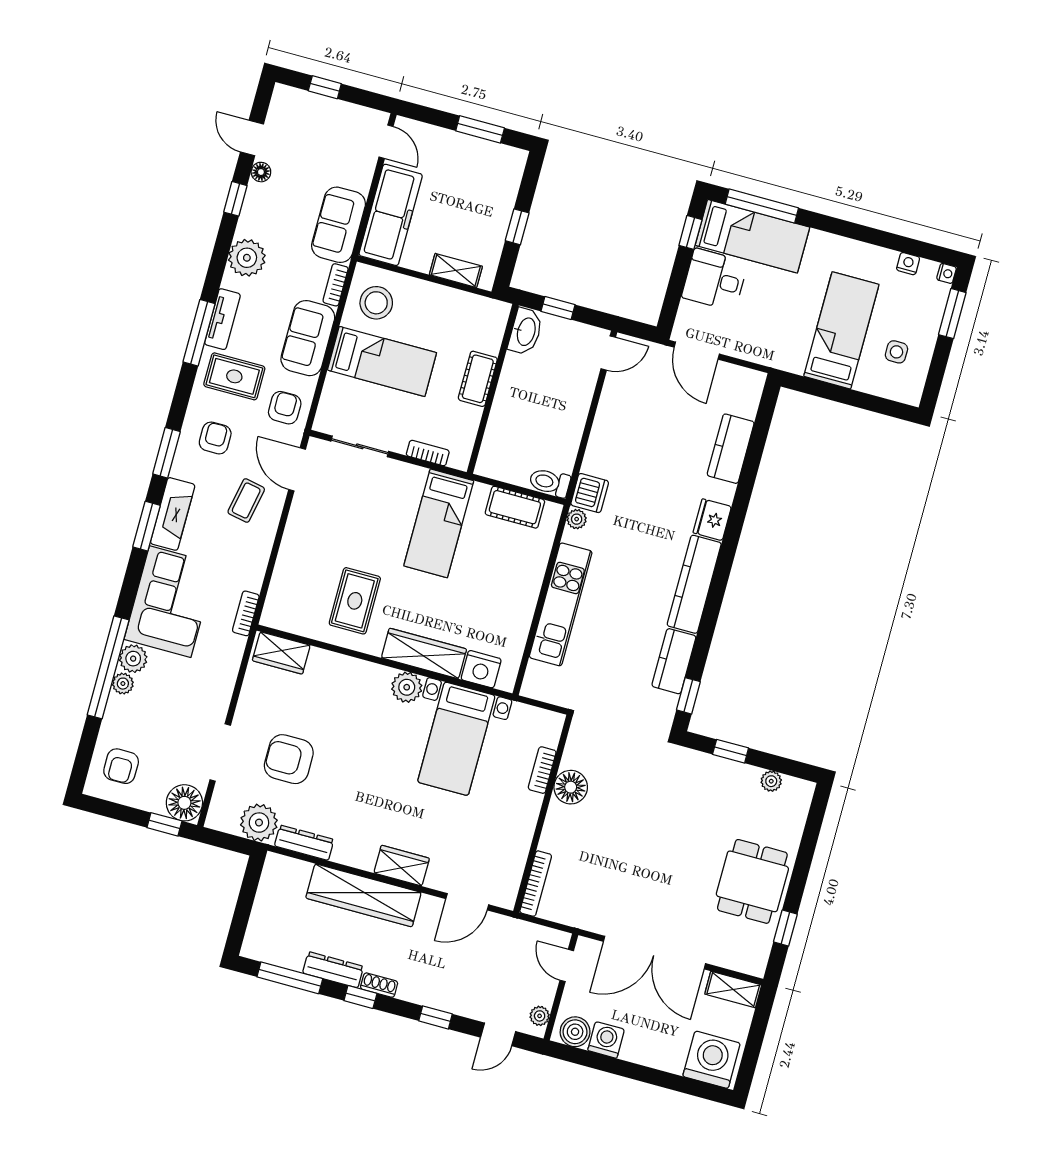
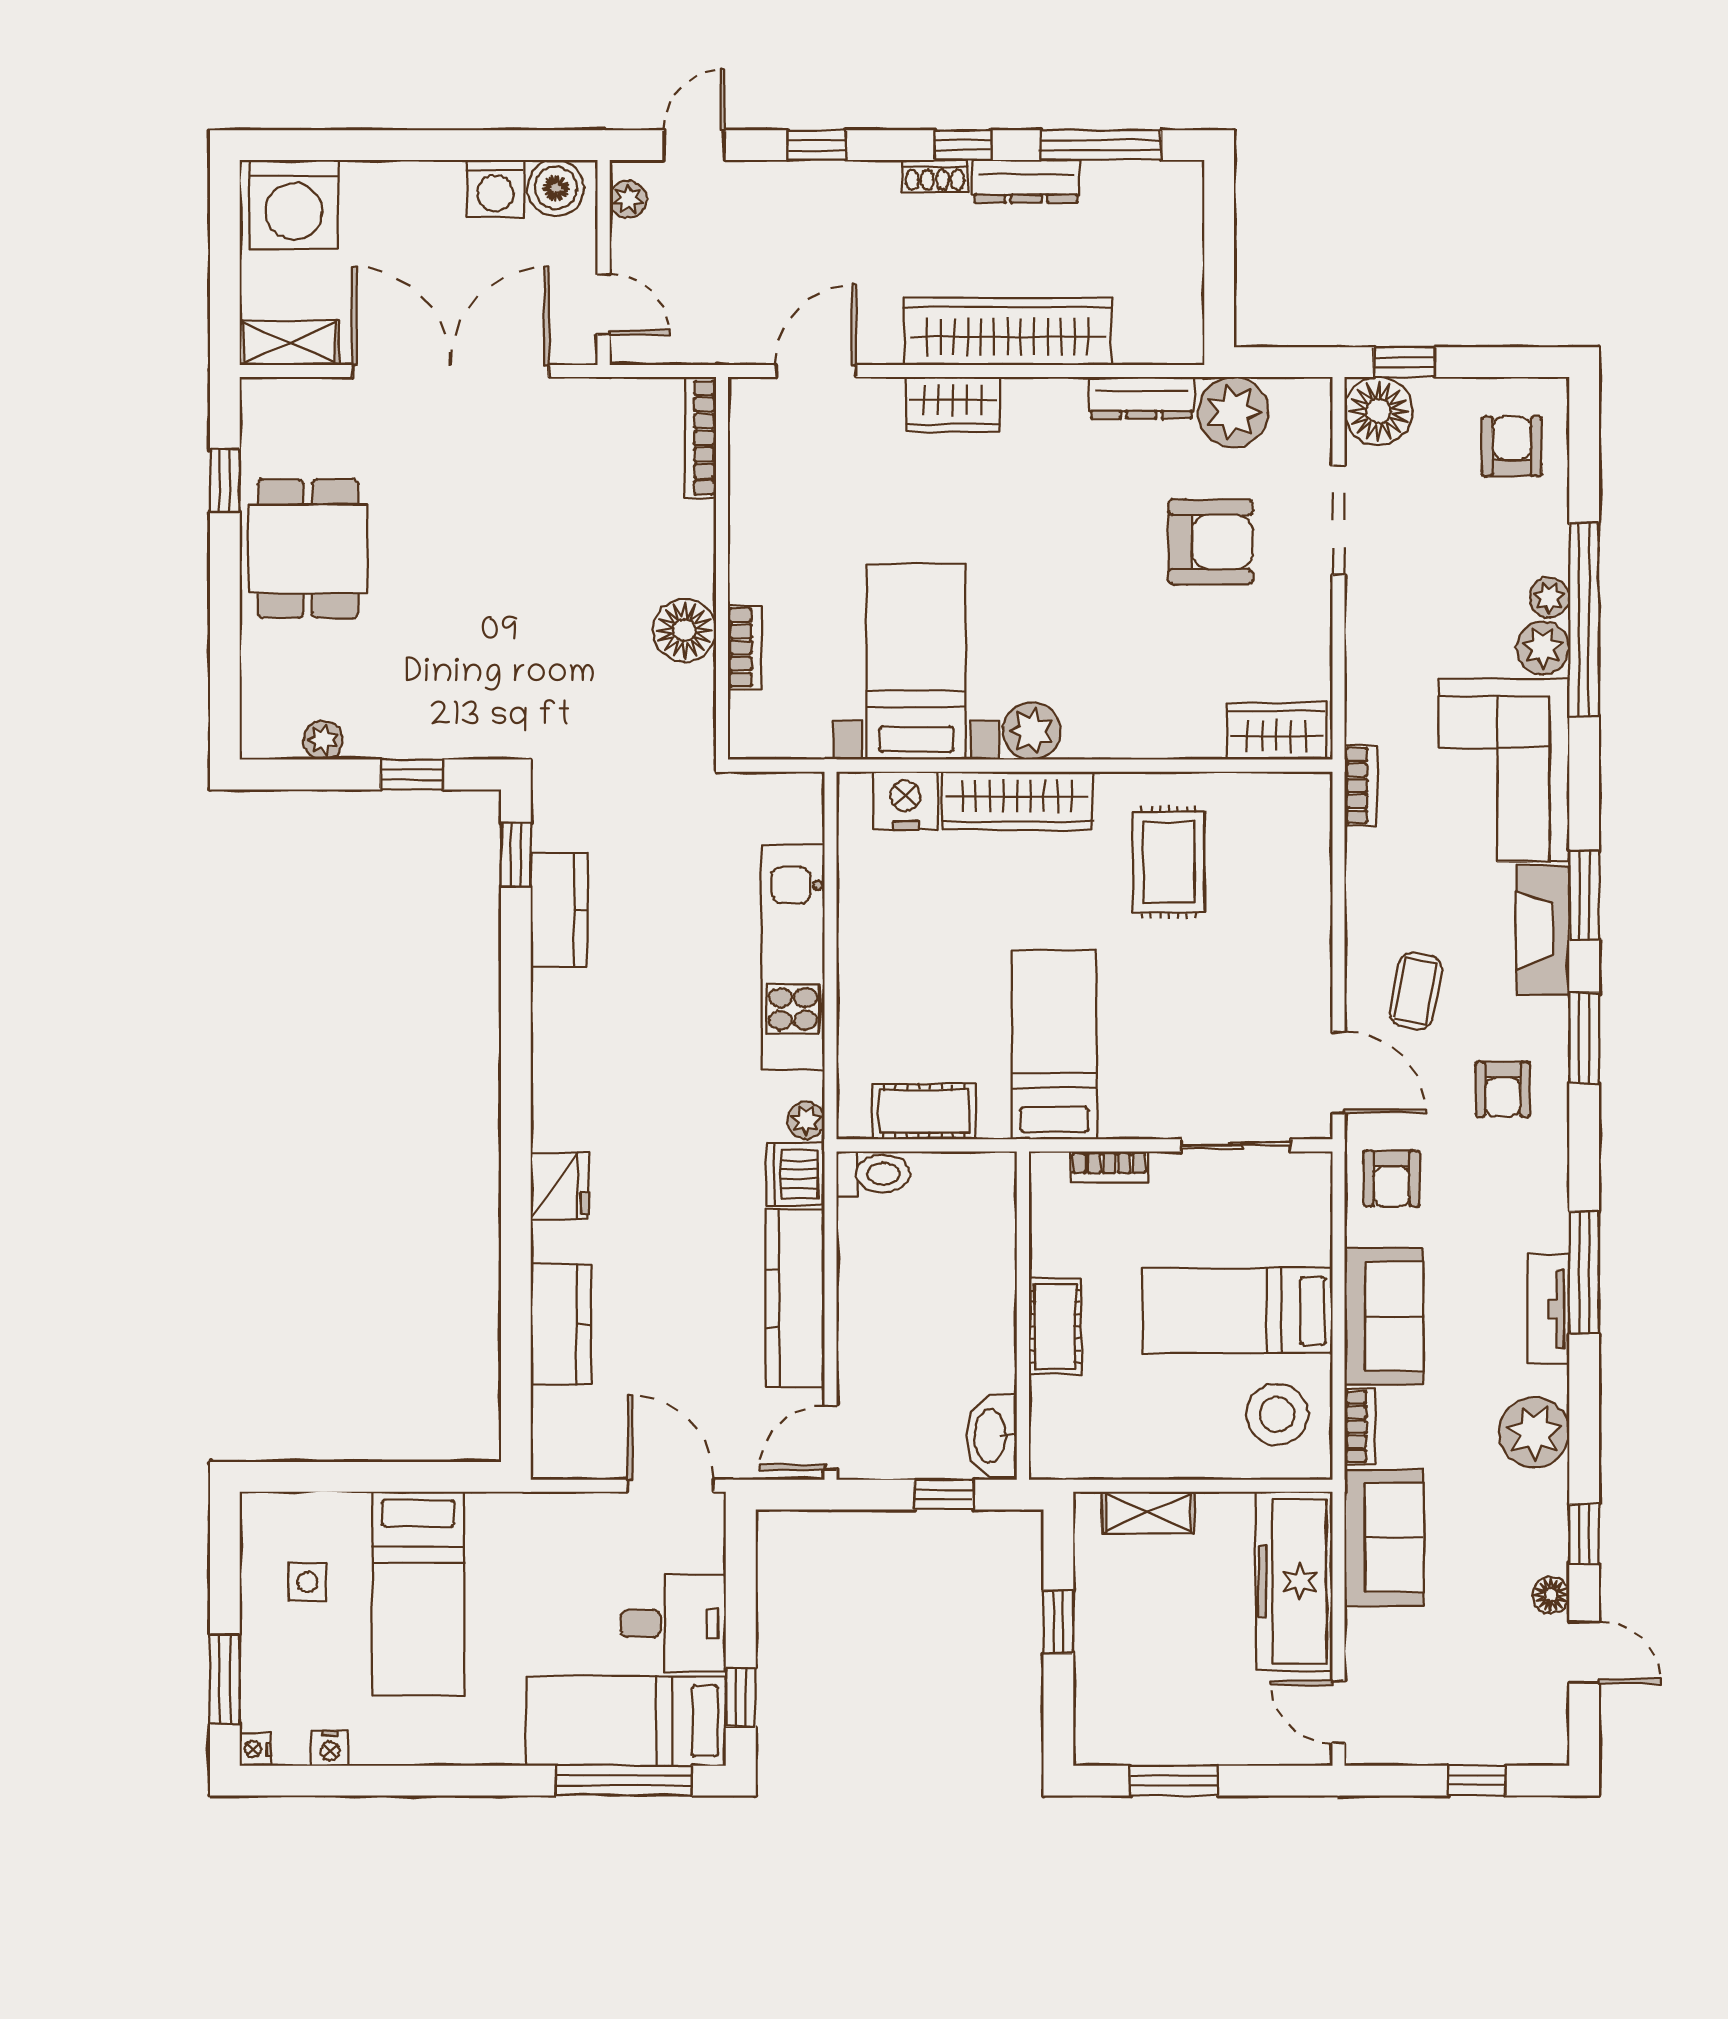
rug: (234, 376) -> (1498, 1211), removed
kitchen counter: (694, 584) -> (795, 1298), moved, turned 180

